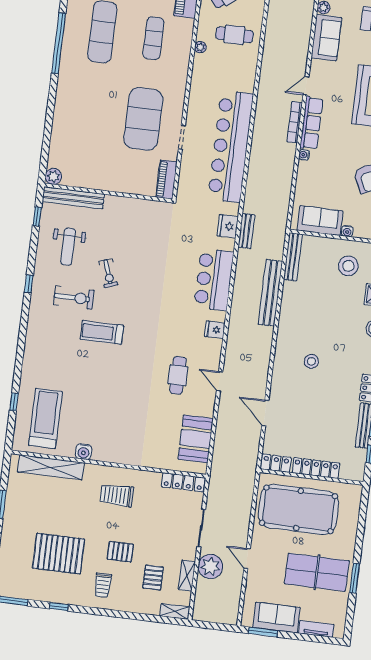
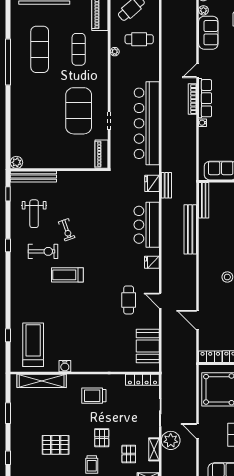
pallet: (120, 552) -> (102, 438), turned 90
pallet: (59, 554) -> (56, 445), width x0.73, depth x0.71

